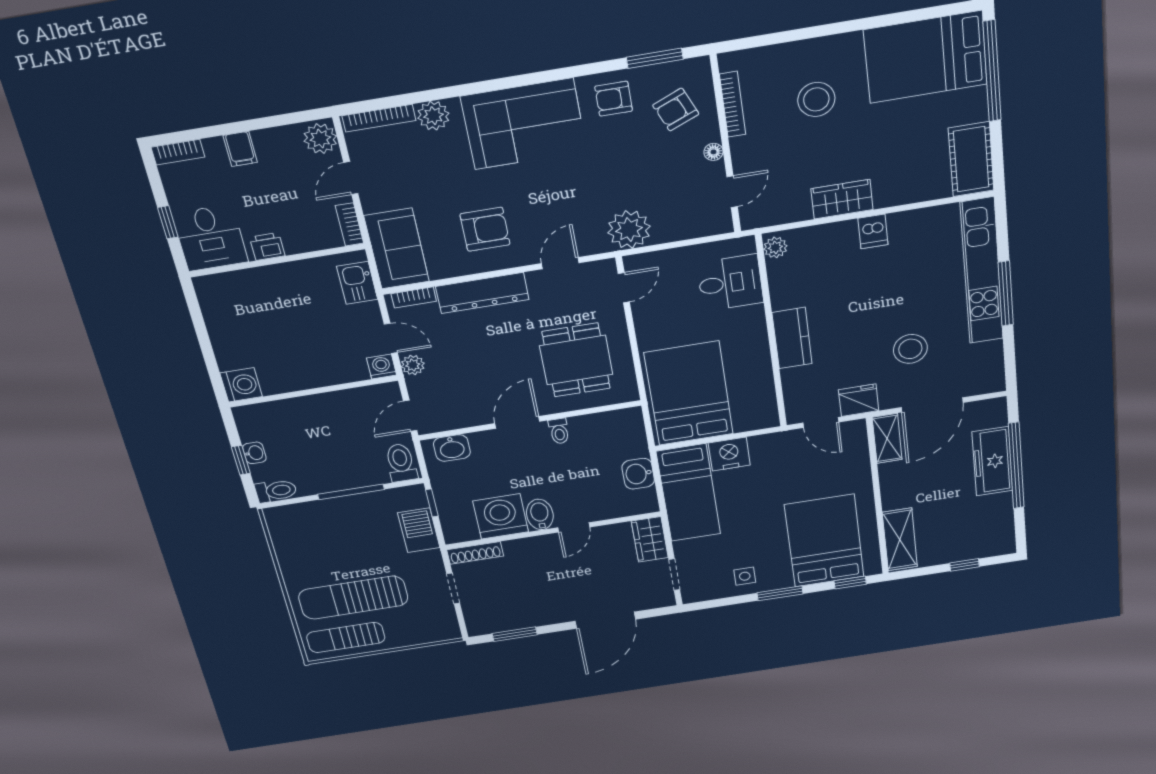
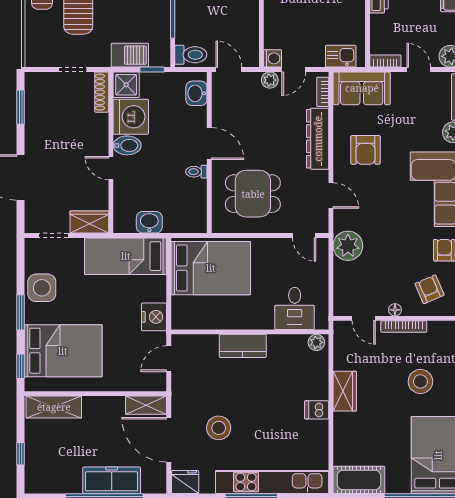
bookcase: (733, 104) -> (404, 327), moved
fridge: (859, 400) -> (185, 482), moved, turned -90
nightstand: (729, 454) -> (154, 317), moved
shower: (459, 528) -> (126, 85), added
side table: (745, 576) -> (42, 288), width x1.87, depth x1.87

